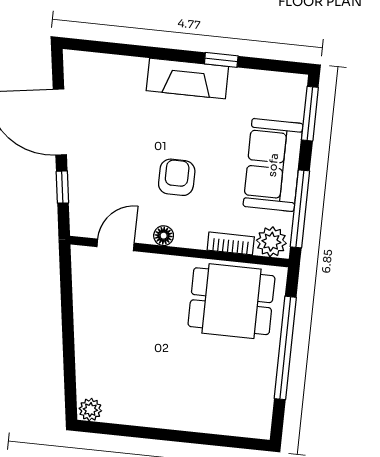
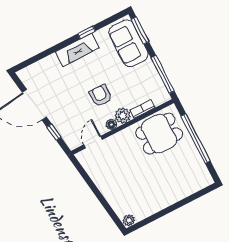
sofa: (273, 165) -> (128, 43), moved
plant: (271, 242) -> (123, 116), moved

